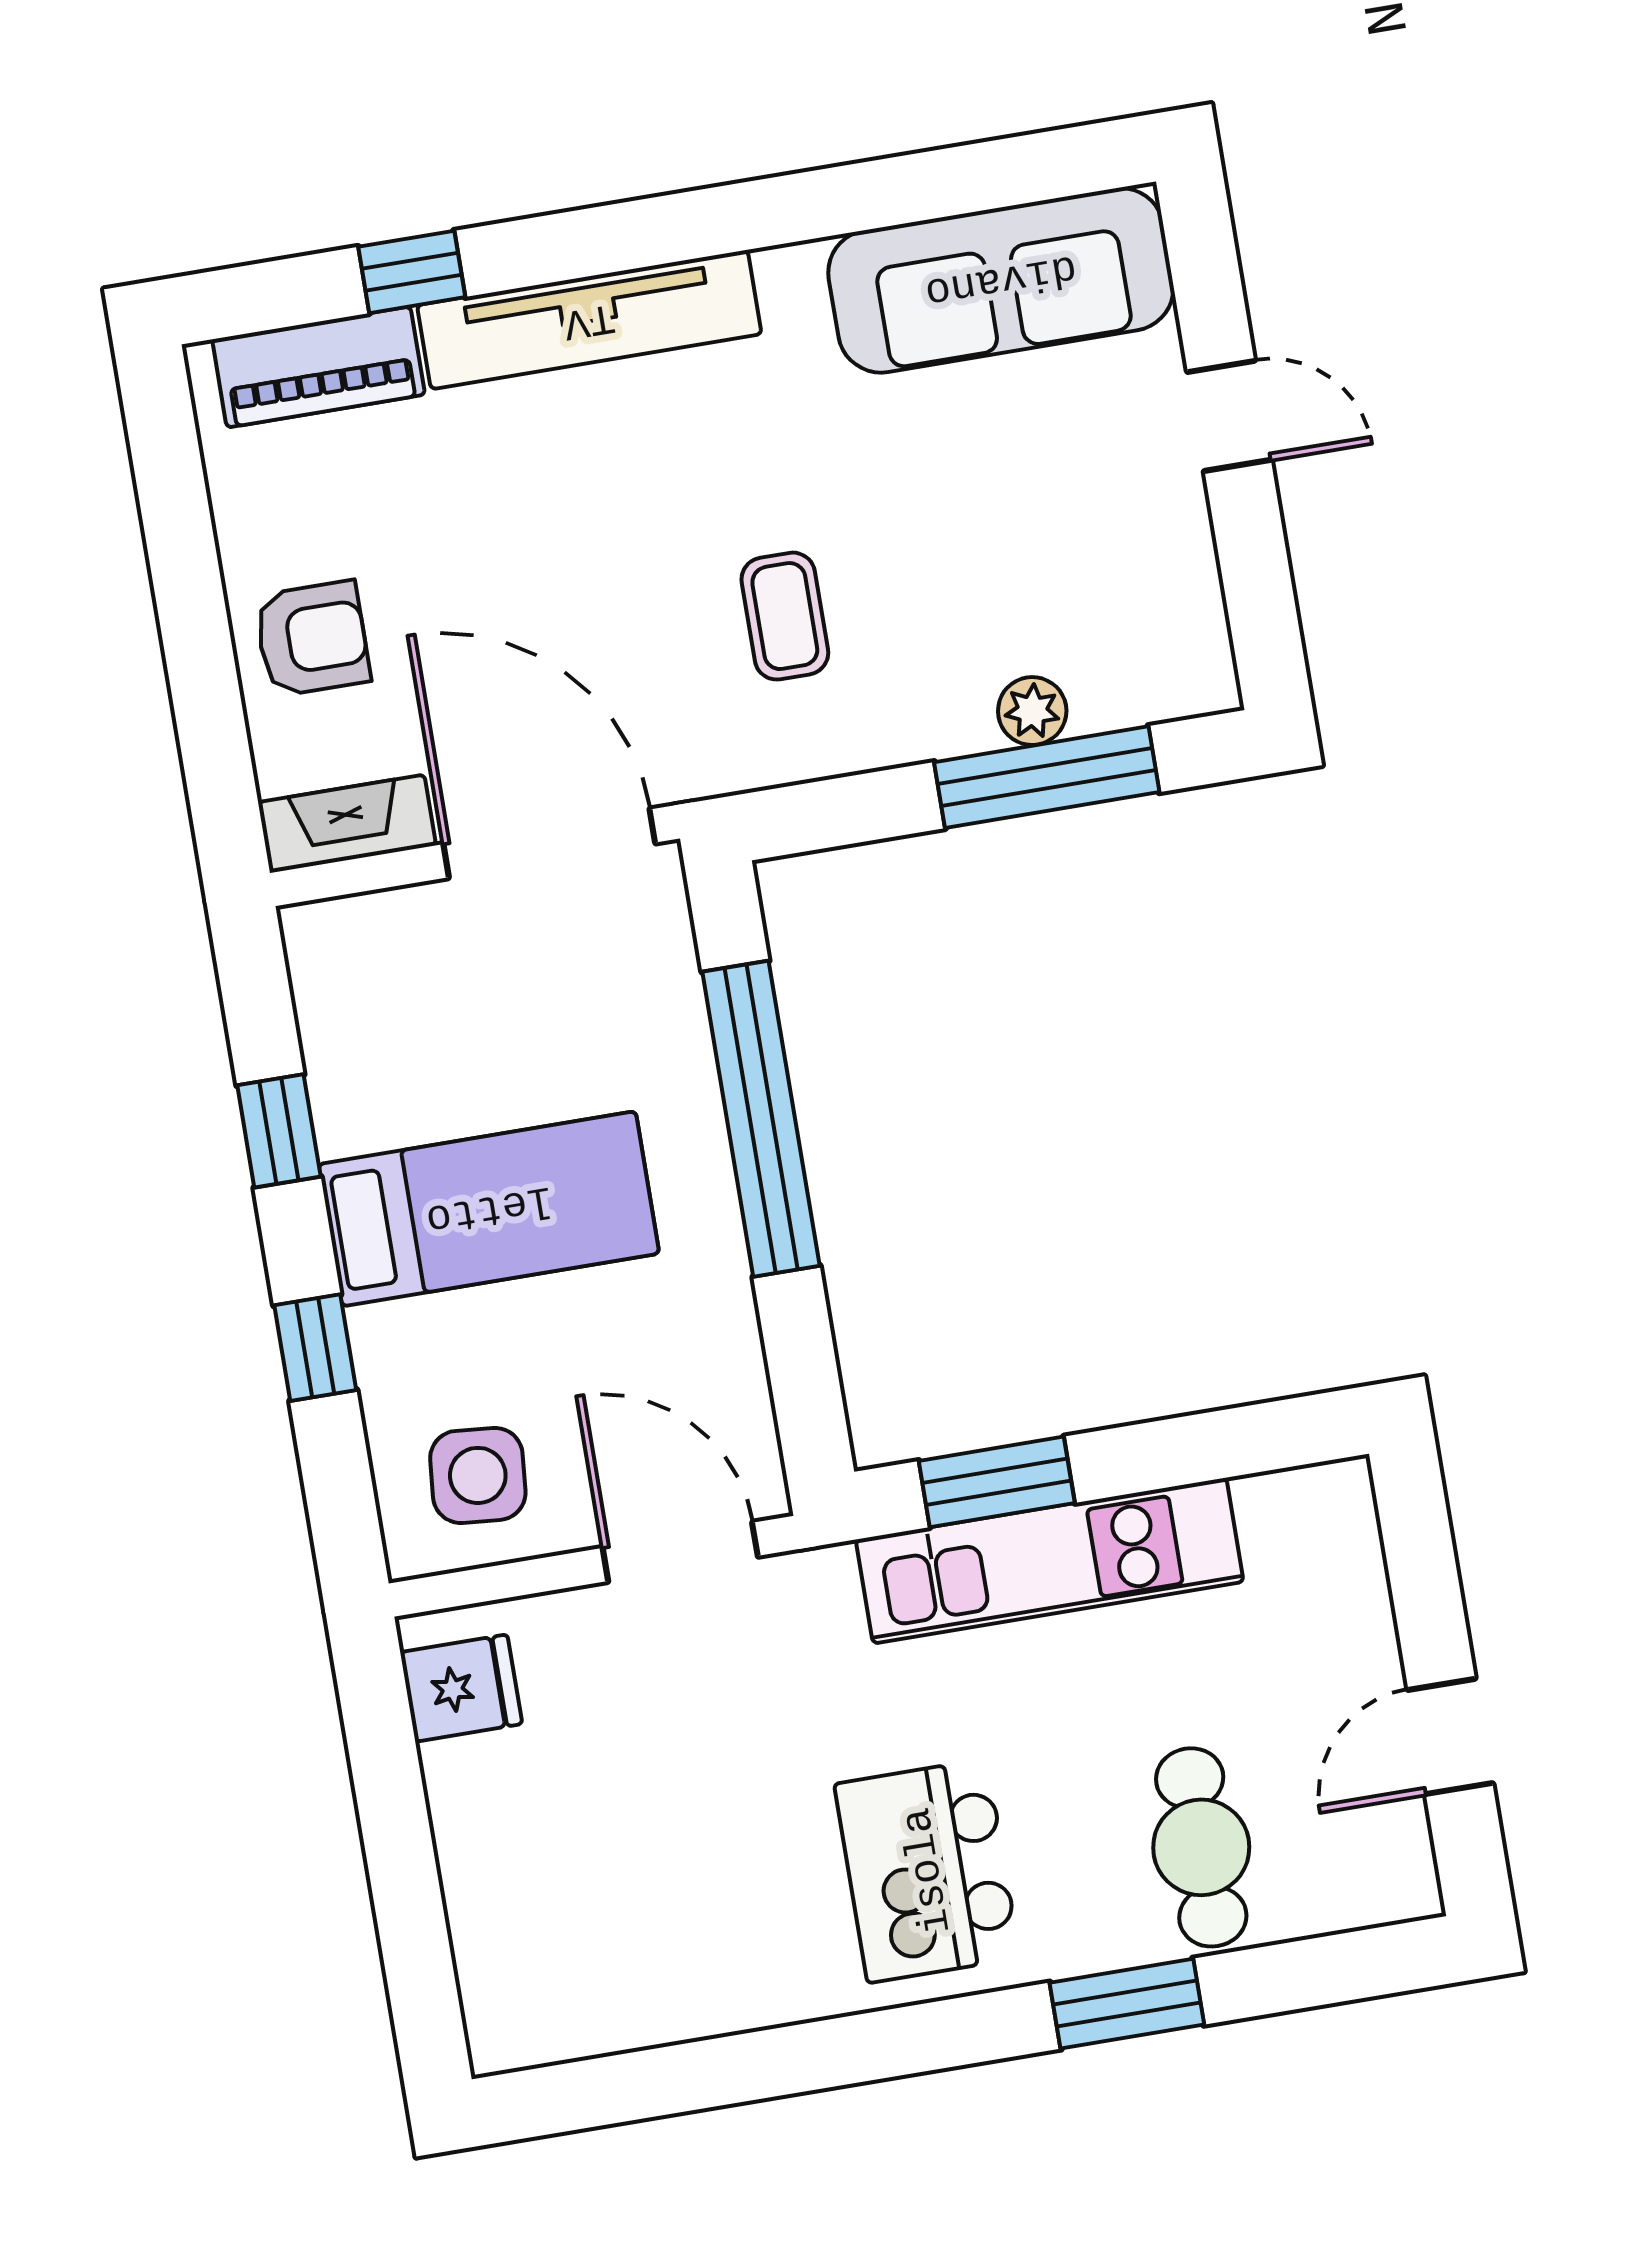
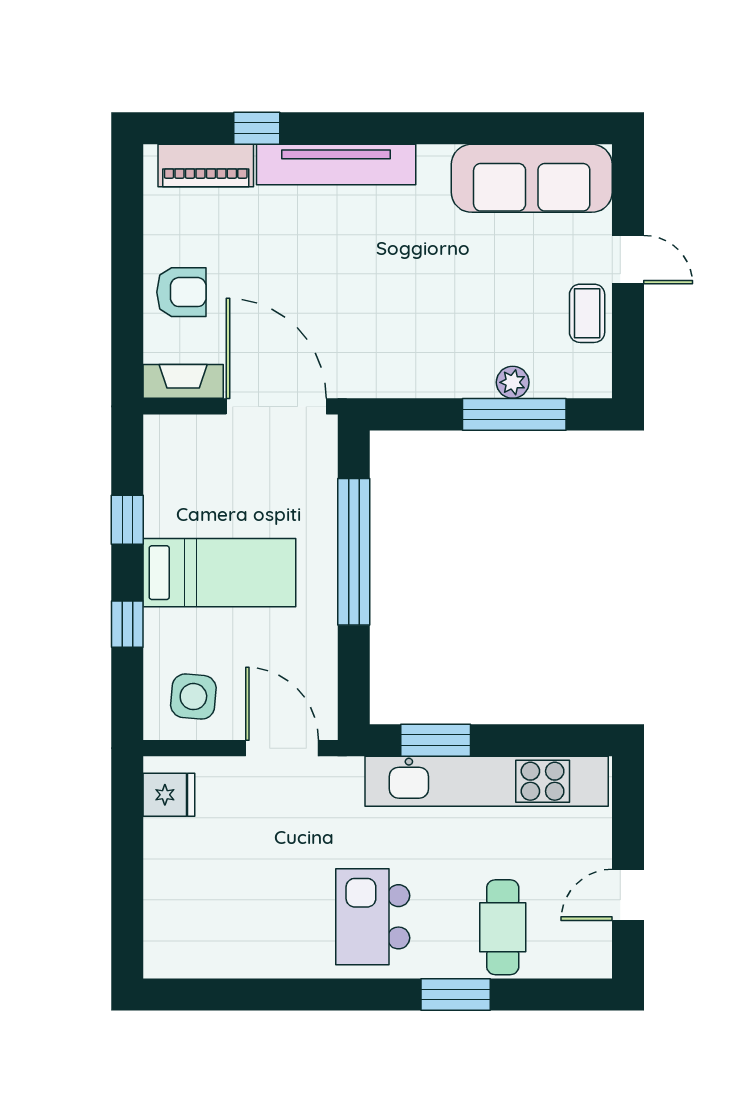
coffee table: (785, 616) -> (587, 313), moved
kitchen unit: (1050, 1561) -> (487, 781), width x1.36

